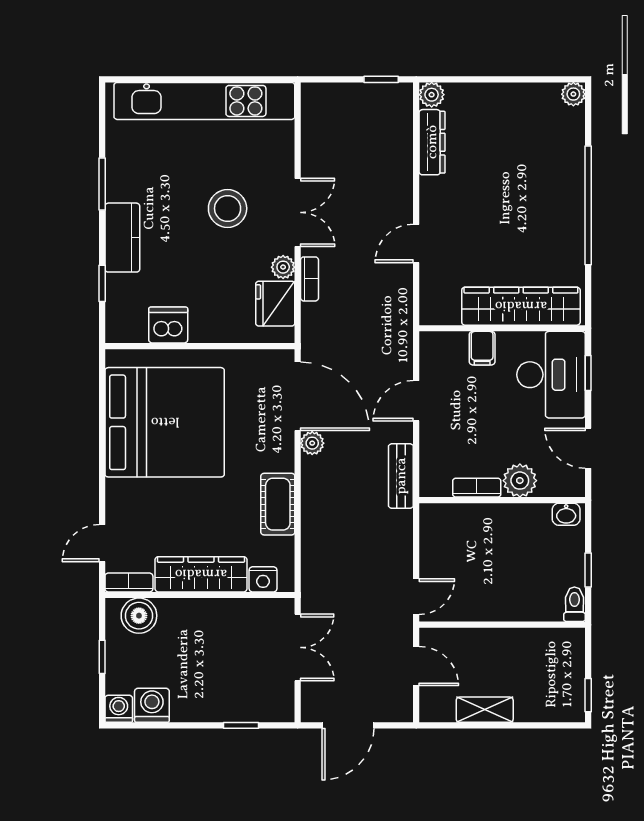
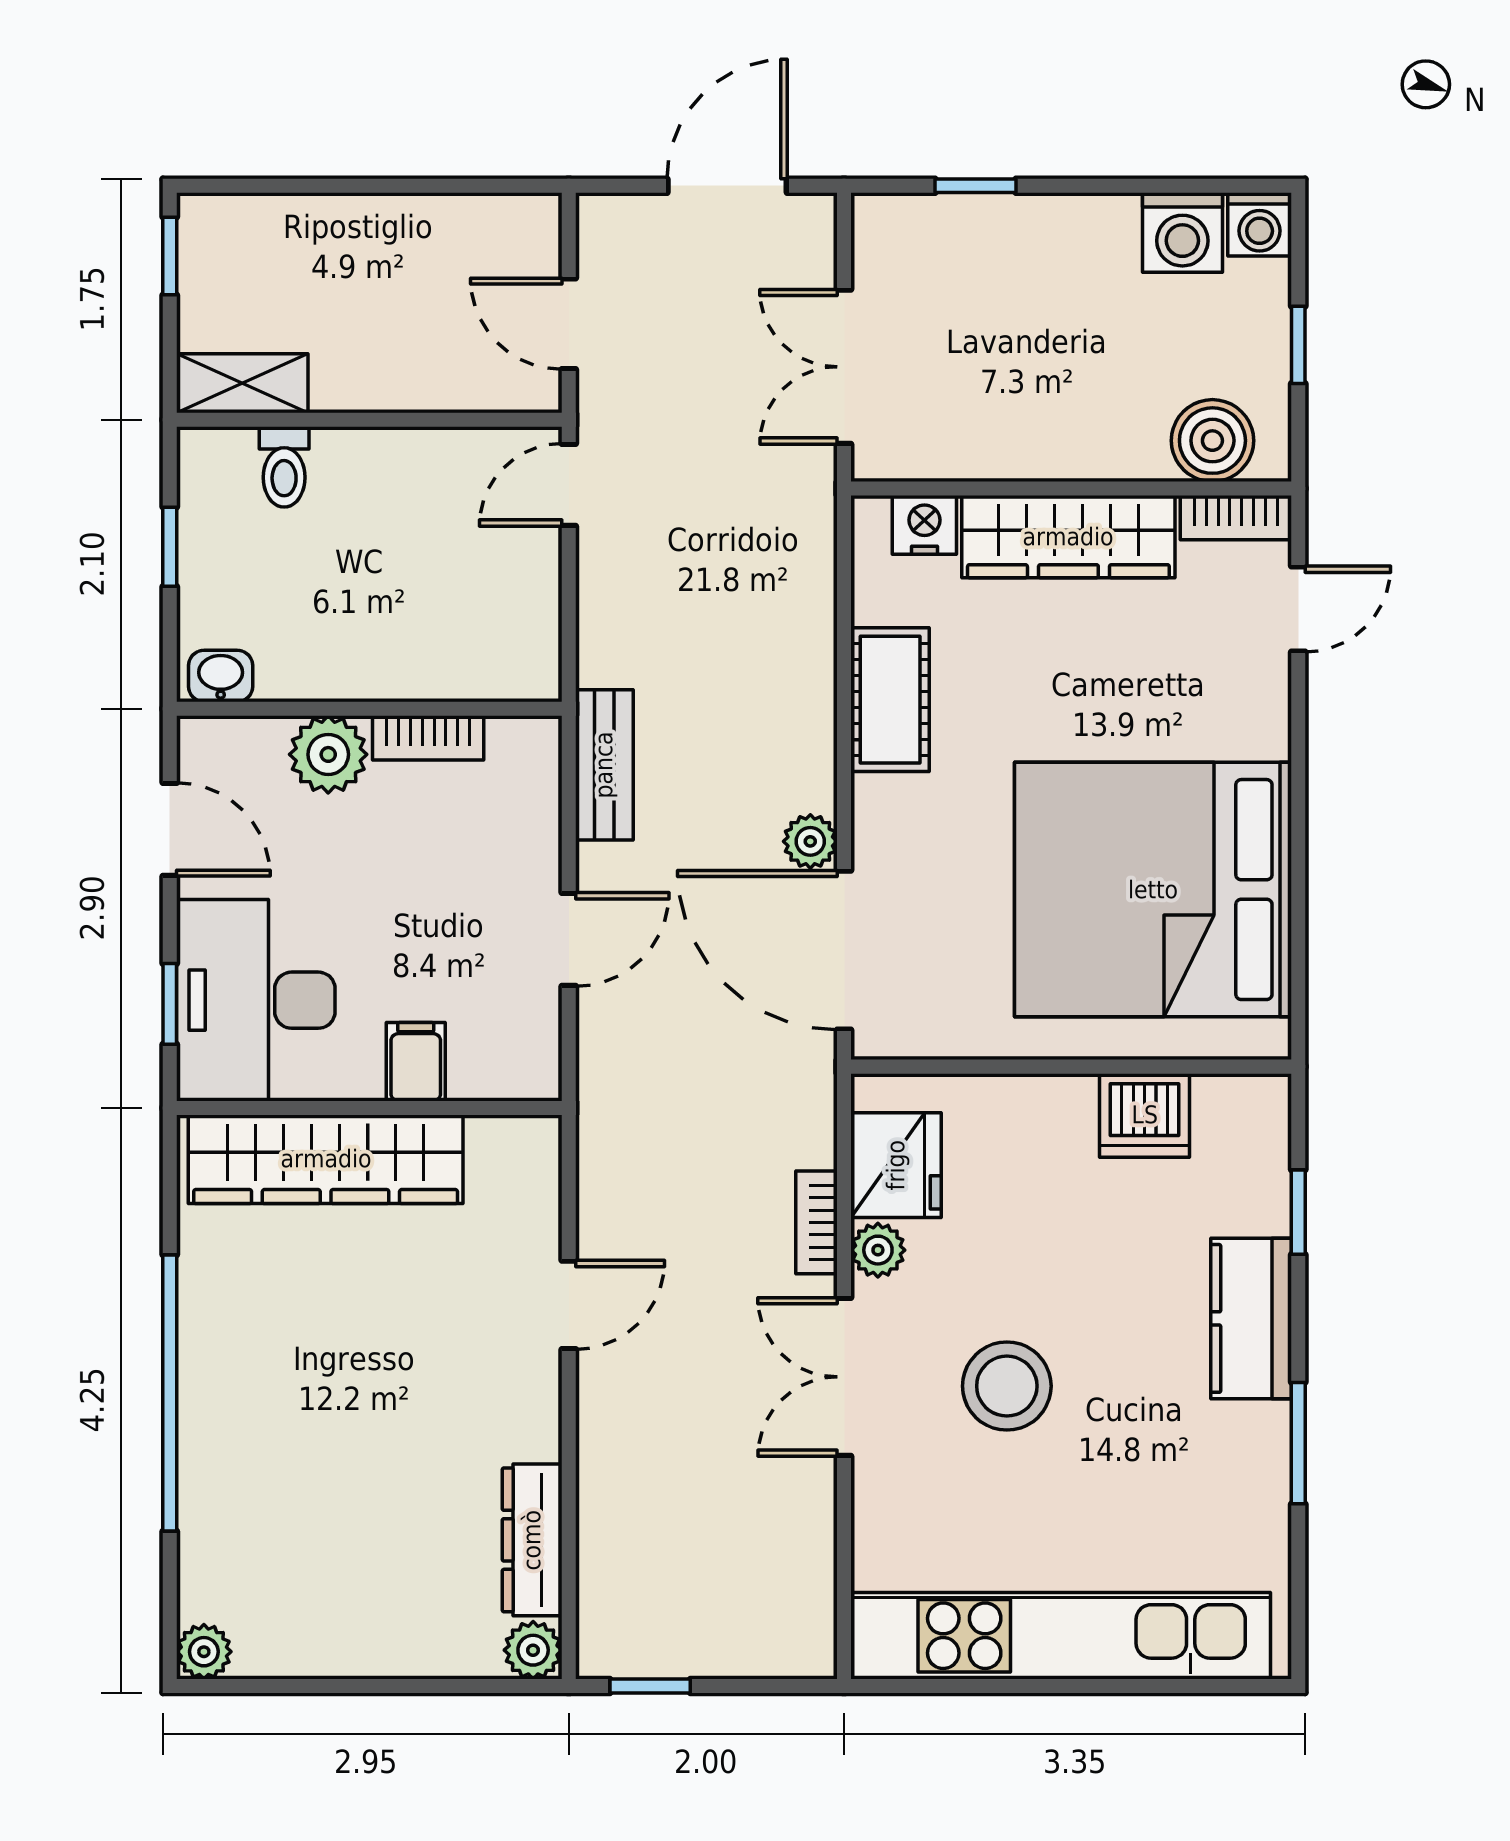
toilet: (574, 604) -> (284, 467), moved
shelving: (485, 710) -> (242, 383), moved

